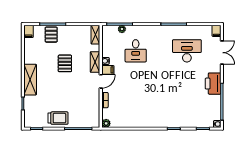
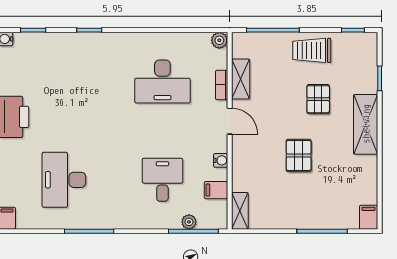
pallet: (51, 35) -> (318, 99), moved
desk: (187, 51) -> (64, 180), turned 90
shelving: (95, 62) -> (241, 79), moved
filing cabinet: (108, 70) -> (216, 190), moved
door: (101, 81) -> (230, 121), swing flipped
desk: (136, 102) -> (162, 82), added

